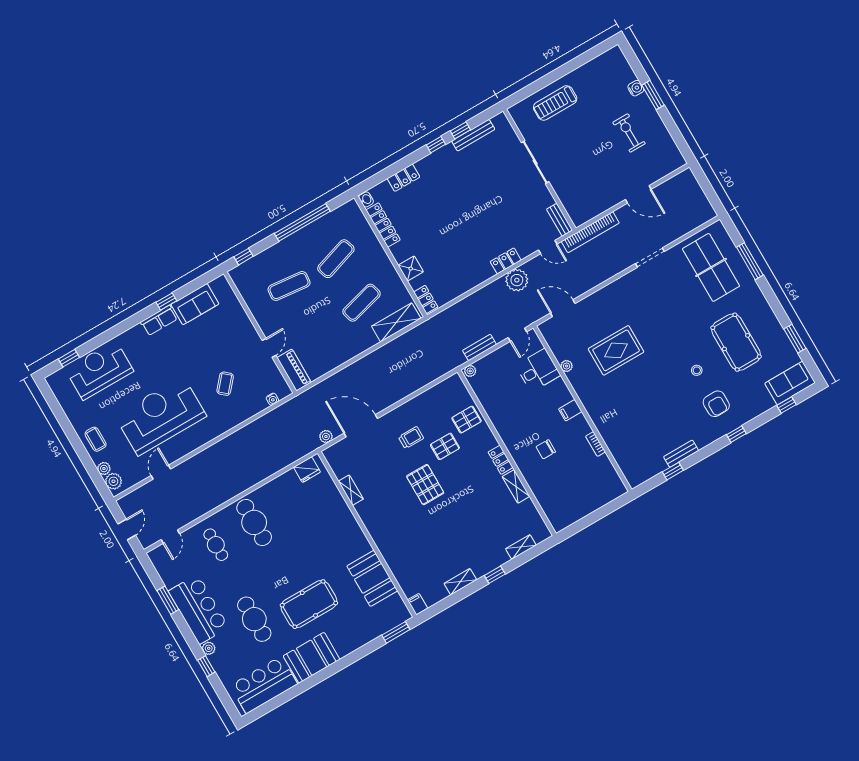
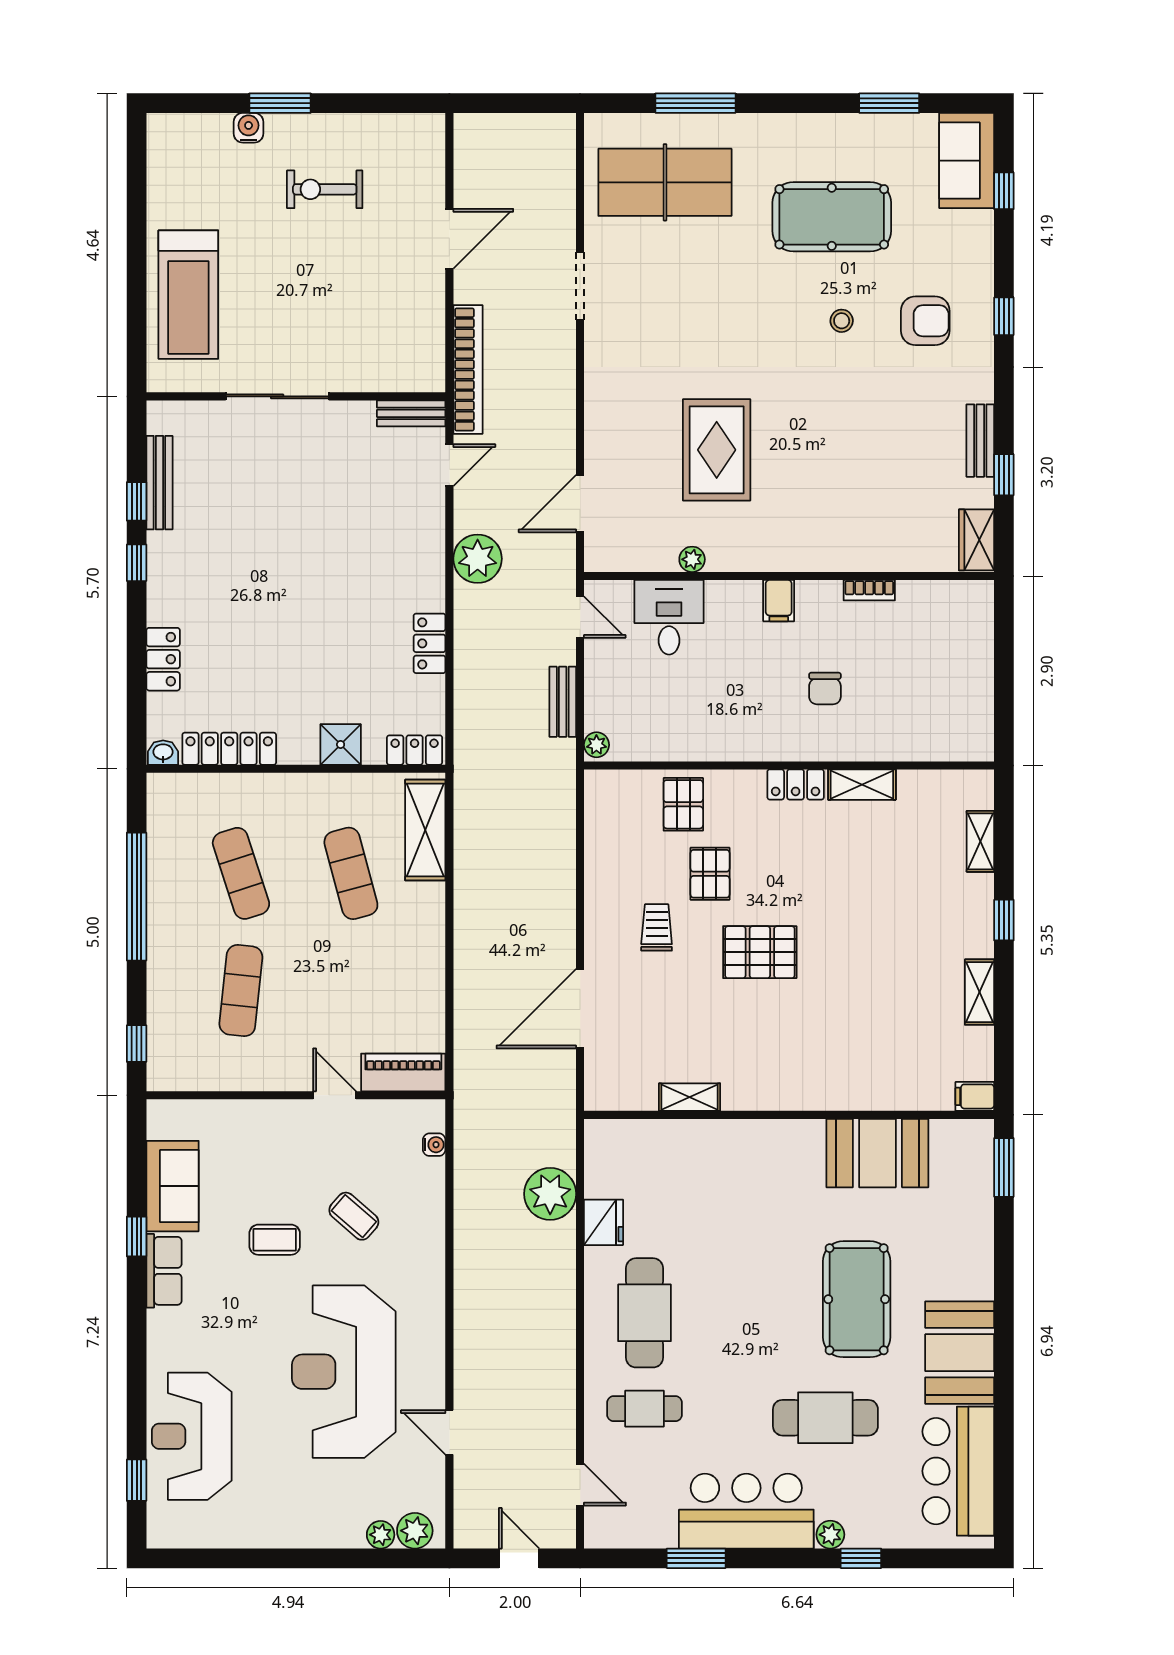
treadmill: (555, 103) -> (188, 295), width x1.37, depth x1.38
locker: (506, 261) -> (430, 643), moved
plant: (326, 437) -> (550, 1194), moved, width x1.88, depth x1.88
coffee table: (96, 439) -> (275, 1240), moved
fridge: (307, 470) -> (604, 1222), moved
wardrobe: (641, 475) -> (976, 540), added
cafe table: (254, 522) -> (645, 1313), turned 90

